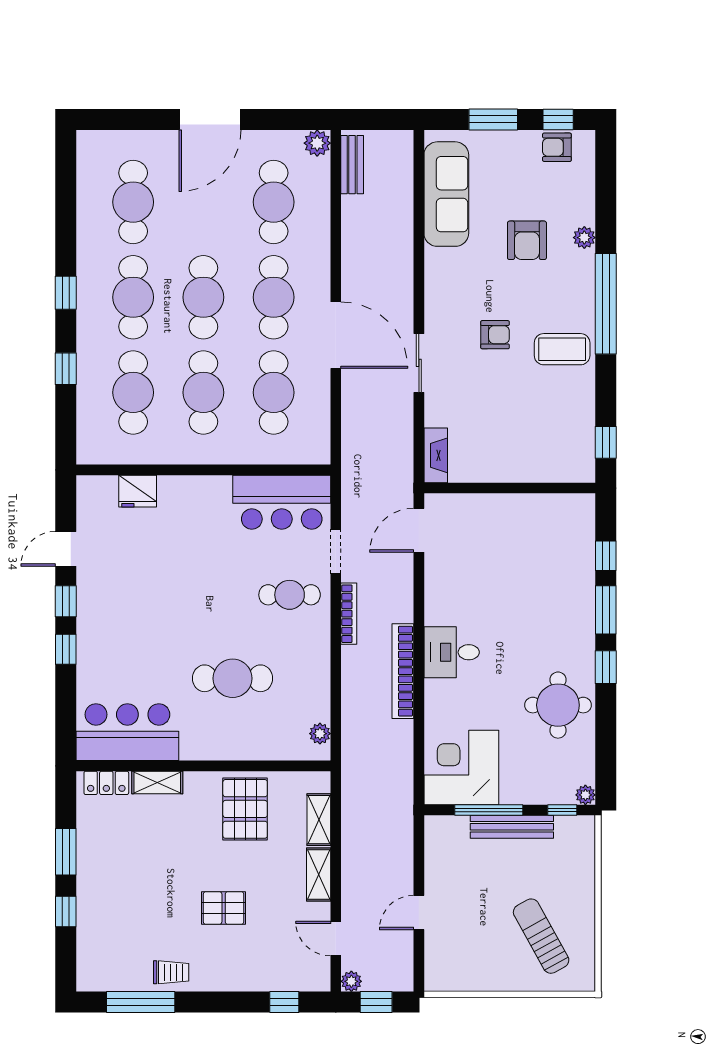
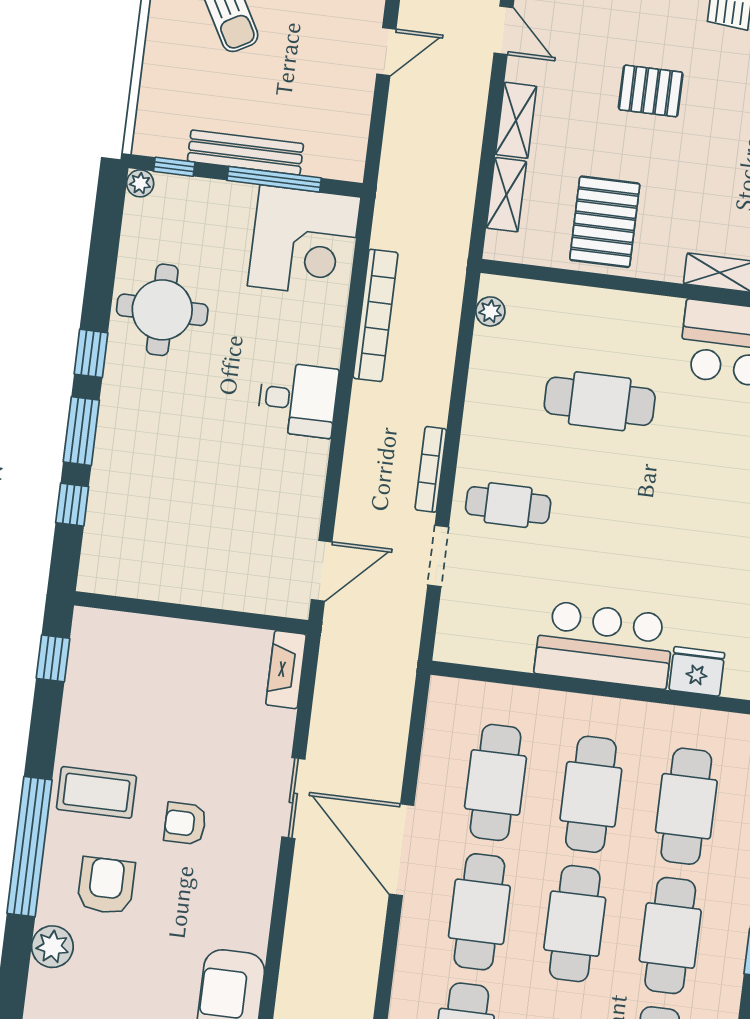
plant: (584, 238) -> (52, 947), width x1.38, depth x1.38
armchair: (527, 240) -> (106, 886), moved
bar counter: (282, 502) -> (604, 645), moved
bookcase: (403, 671) -> (376, 315), moved

